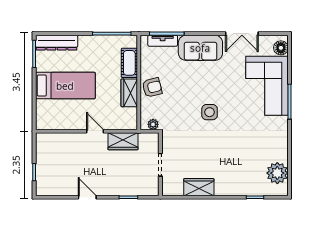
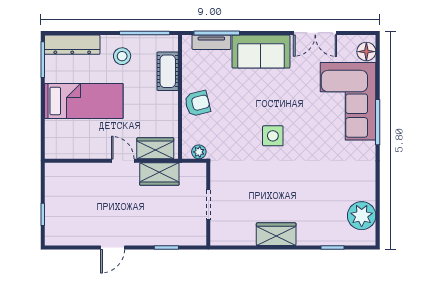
stool: (95, 51) -> (122, 56), added
wardrobe: (129, 93) -> (155, 148), moved, turned 90
wardrobe: (199, 187) -> (276, 234), moved
door: (87, 197) -> (113, 247), swing flipped

